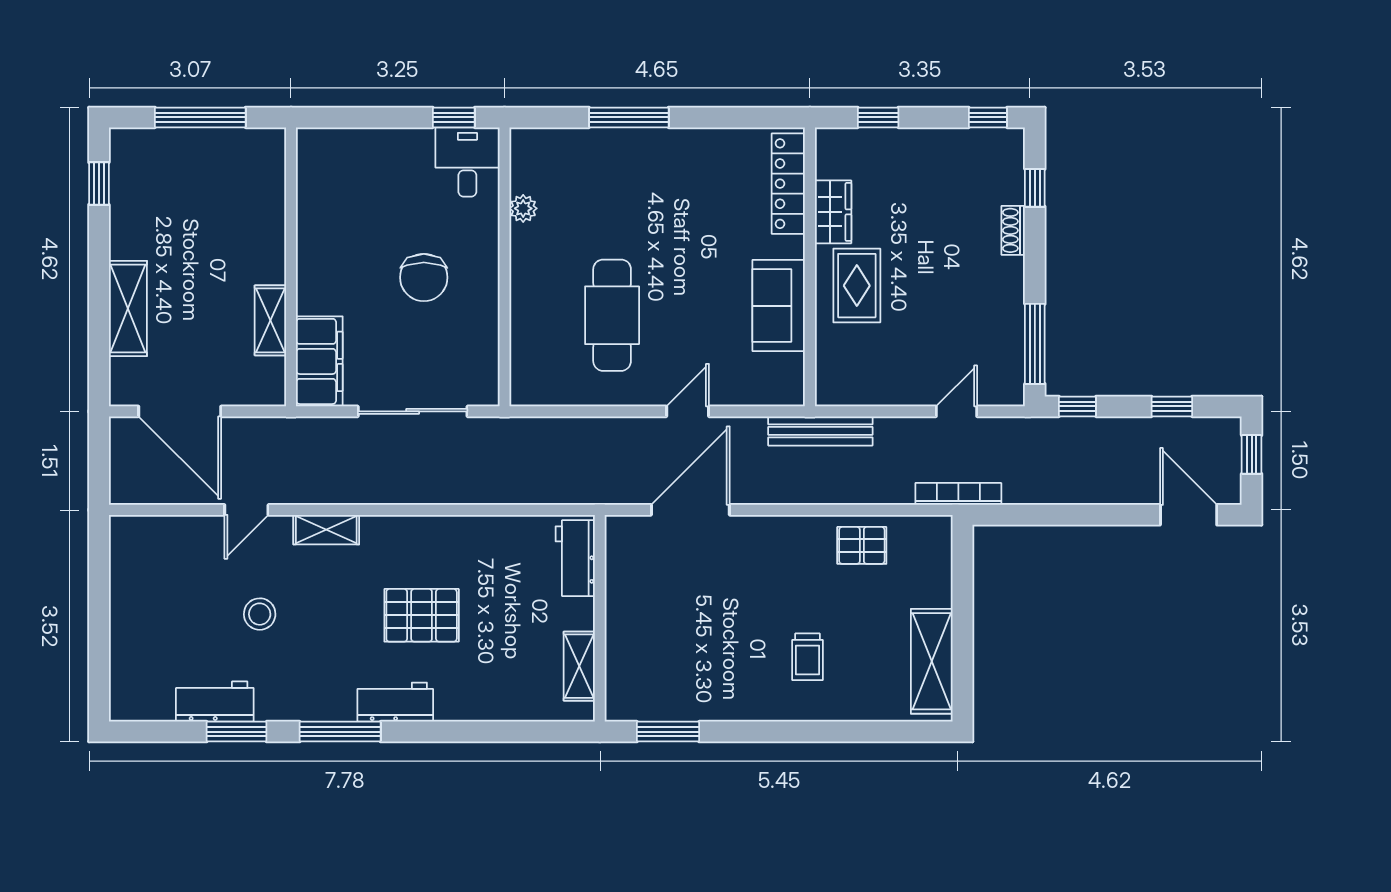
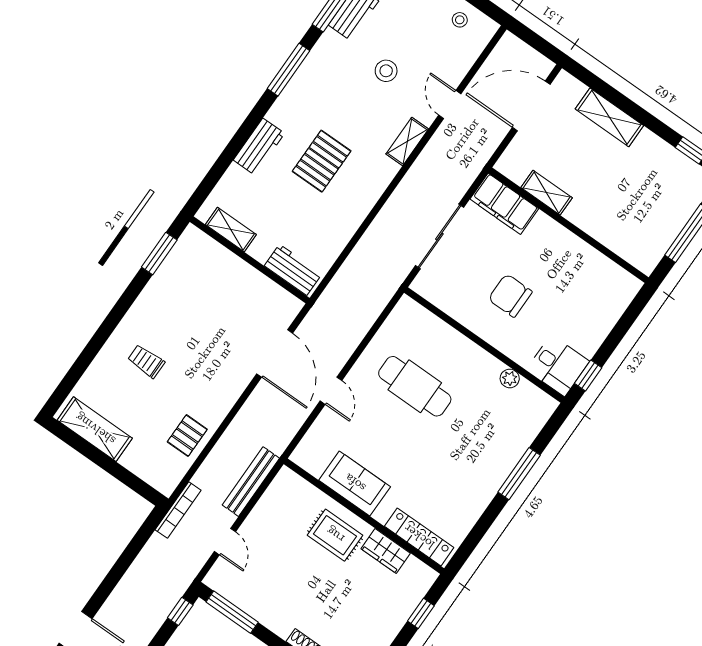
bench: (820, 431) -> (251, 482), moved
stool: (137, 569) -> (460, 20), added
workbench: (395, 702) -> (259, 147), moved

